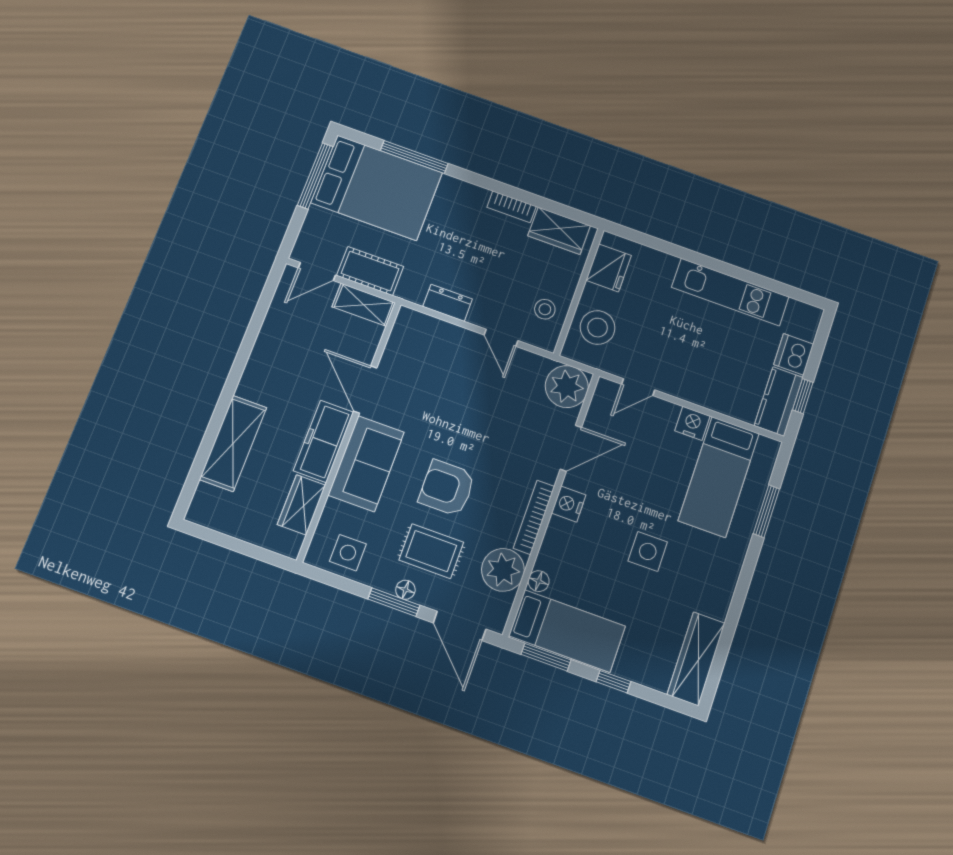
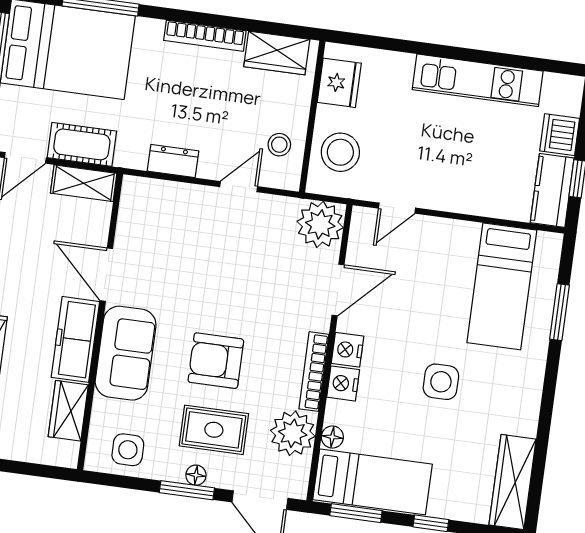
bookcase: (512, 207) -> (205, 36), width x1.56
door: (501, 338) -> (239, 187), swing flipped
nightstand: (692, 423) -> (343, 383), moved, turned -90

